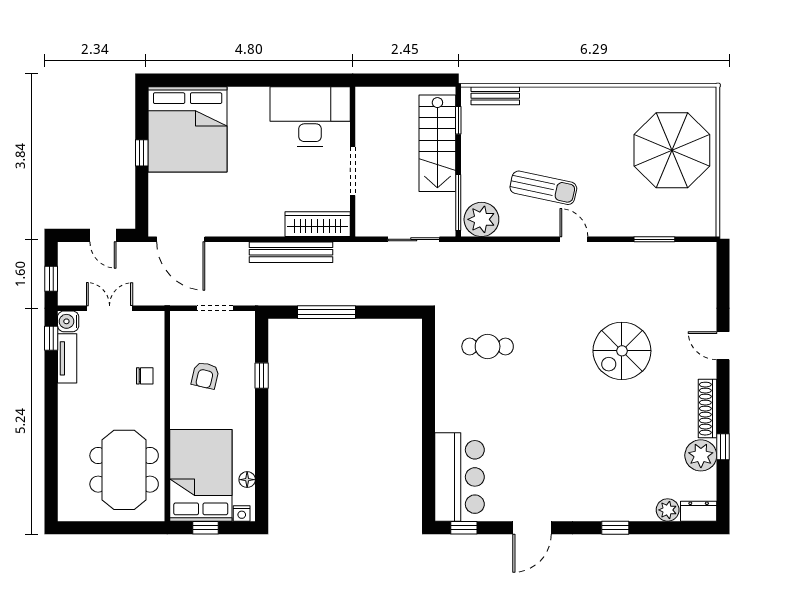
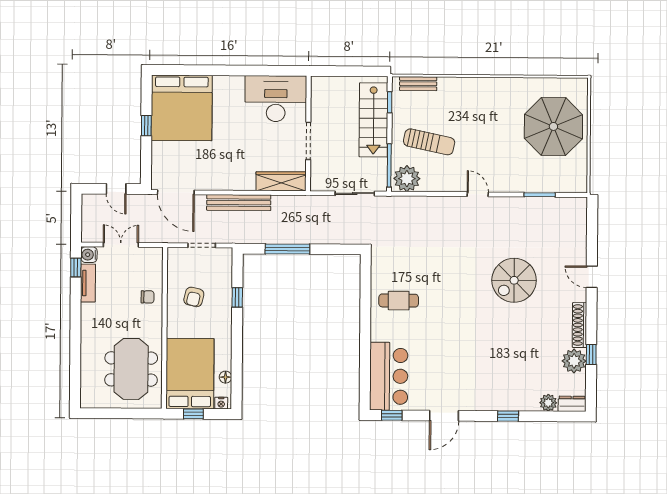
sun lounger: (543, 188) -> (429, 142), moved
bench: (291, 252) -> (239, 203), moved
window: (51, 279) -> (76, 222), removed
cafe table: (488, 346) -> (399, 301), moved

